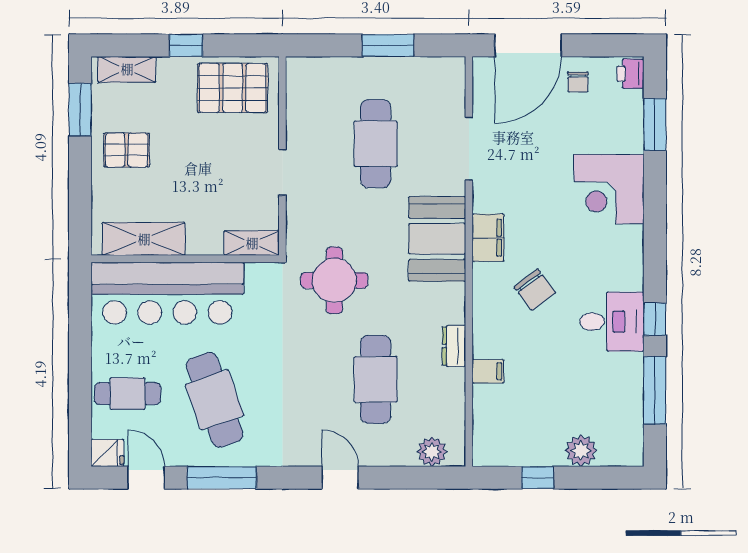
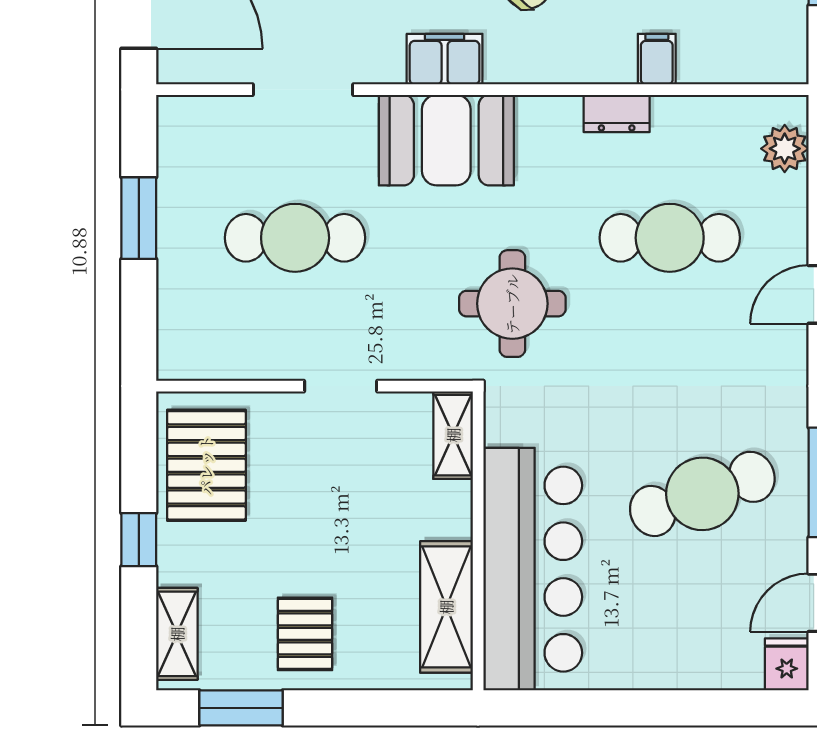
cafe table: (128, 394) -> (692, 632), removed

